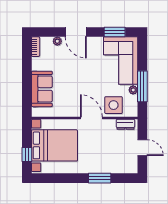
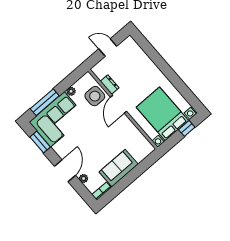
window: (142, 86) -> (45, 102), moved
sofa: (42, 89) -> (119, 168), moved
dresser: (125, 124) -> (110, 84), moved
door: (142, 148) -> (108, 48), hinge flipped
window: (100, 178) -> (158, 60), removed

